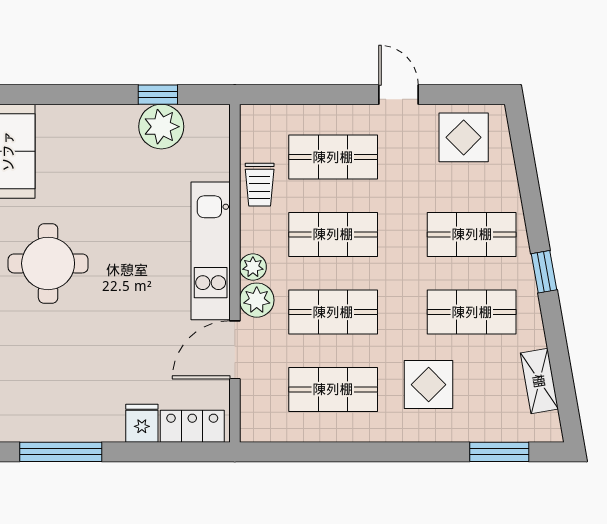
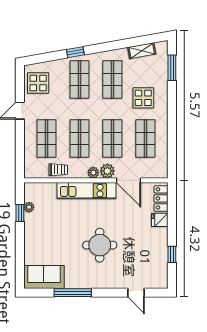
plant: (161, 127) -> (29, 207), width x0.53, depth x0.53
round table: (48, 263) -> (100, 245), moved
window: (544, 272) -> (75, 52), moved
window: (61, 452) -> (172, 254), width x0.46

